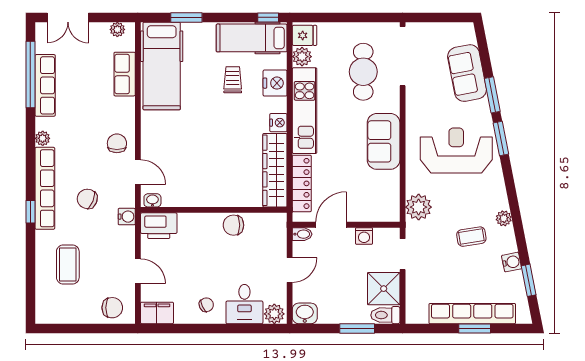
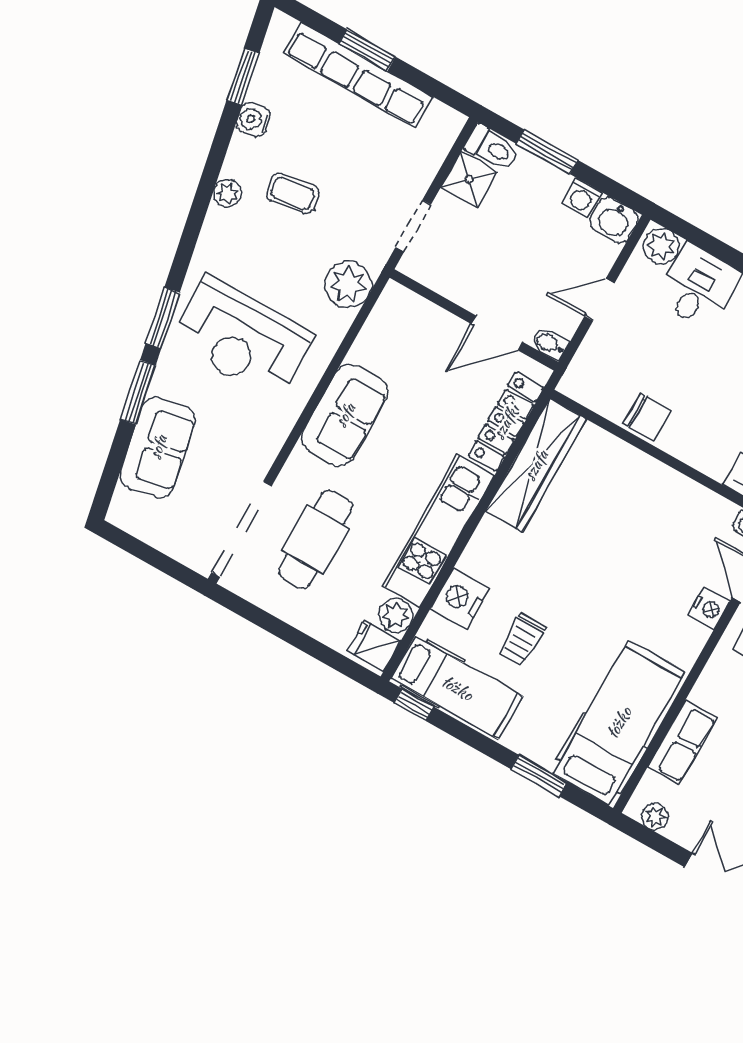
nightstand: (278, 123) -> (709, 608), moved, turned 180
washing machine: (364, 236) -> (582, 198), moved, turned 180
shower: (384, 289) -> (469, 179), width x0.73, depth x0.73

